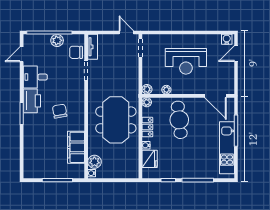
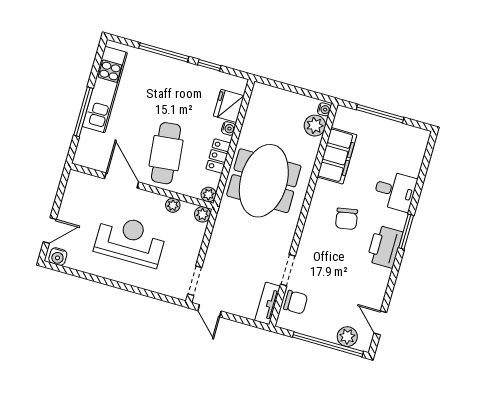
plant: (57, 40) -> (347, 337), moved
door: (22, 54) -> (380, 323), swing flipped
desk: (35, 77) -> (395, 191), moved
door: (215, 96) -> (122, 180), moved

